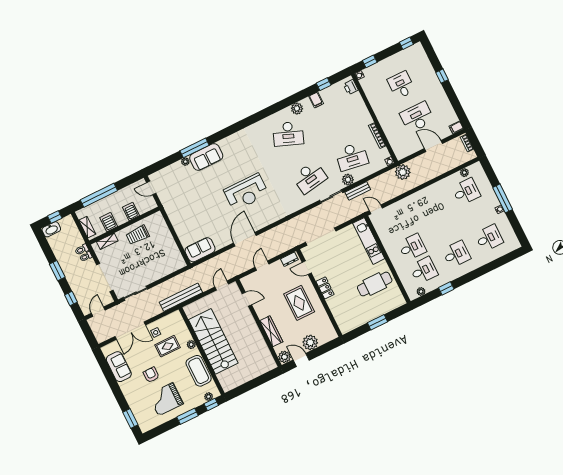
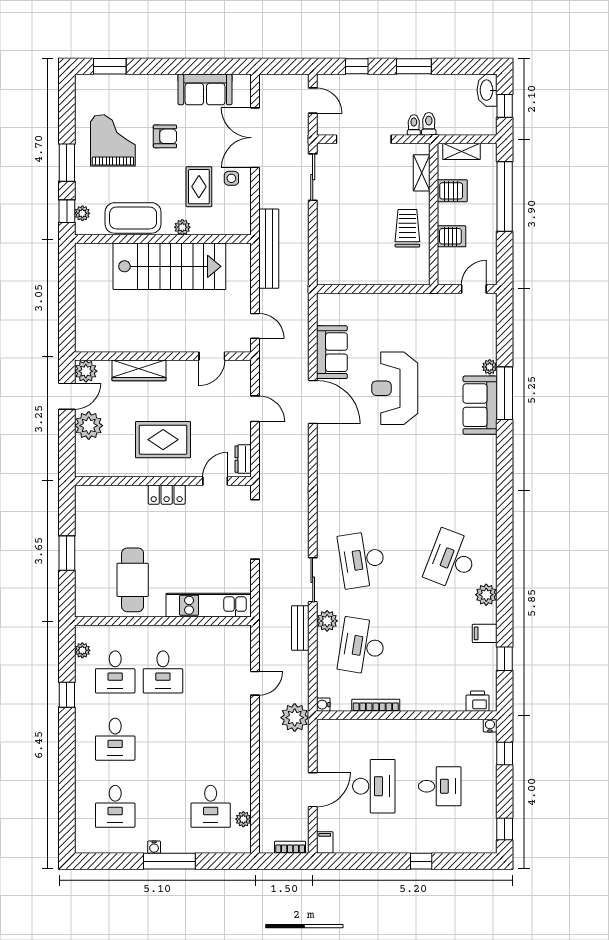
reception desk: (246, 192) -> (395, 388), moved
door: (376, 209) -> (255, 683), moved
sofa: (200, 250) -> (332, 352), moved

